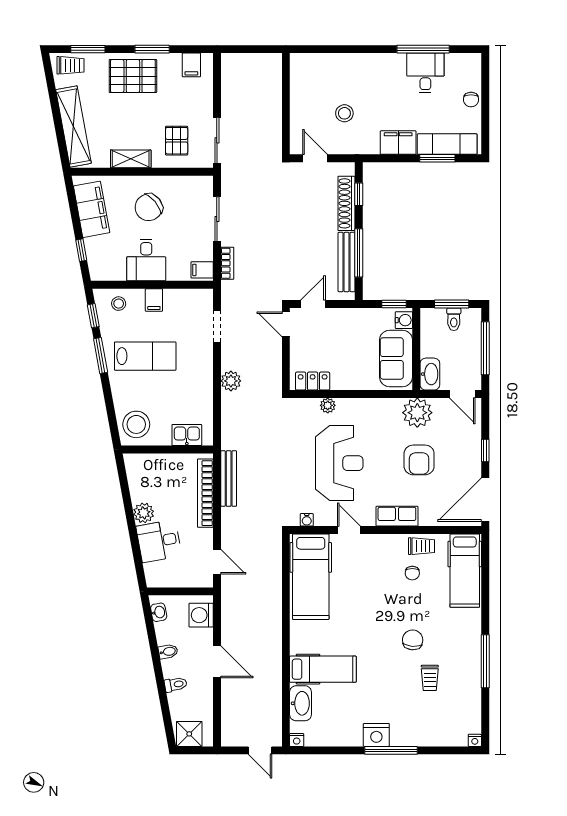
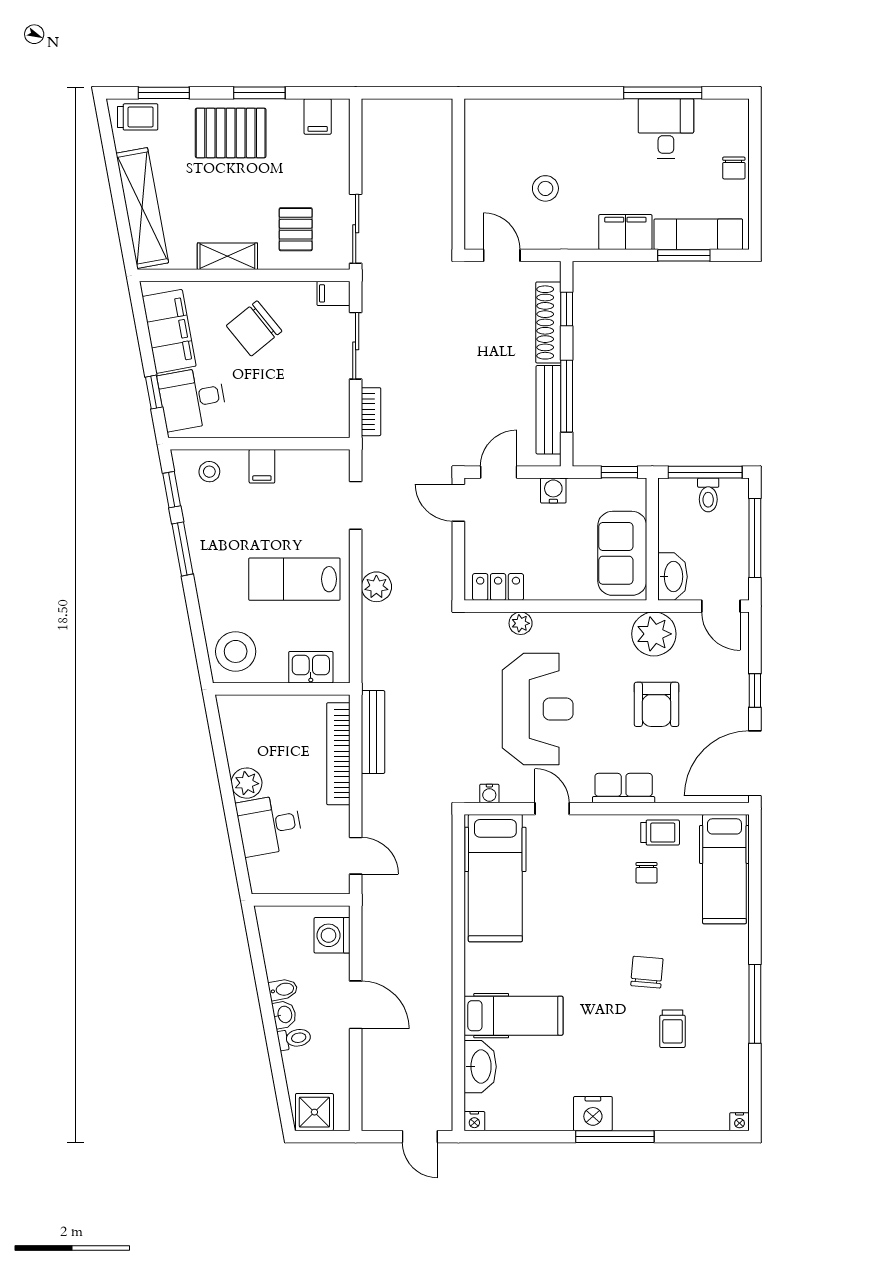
desk: (146, 260) -> (192, 399), moved, turned 80
filing cabinet: (202, 270) -> (334, 293), moved
window: (452, 304) -> (705, 472), width x1.44
water cooler: (404, 320) -> (553, 491), moved, turned -90
lab bench: (145, 356) -> (294, 579), moved, turned 180
washbasin: (159, 612) -> (284, 1015), moved

